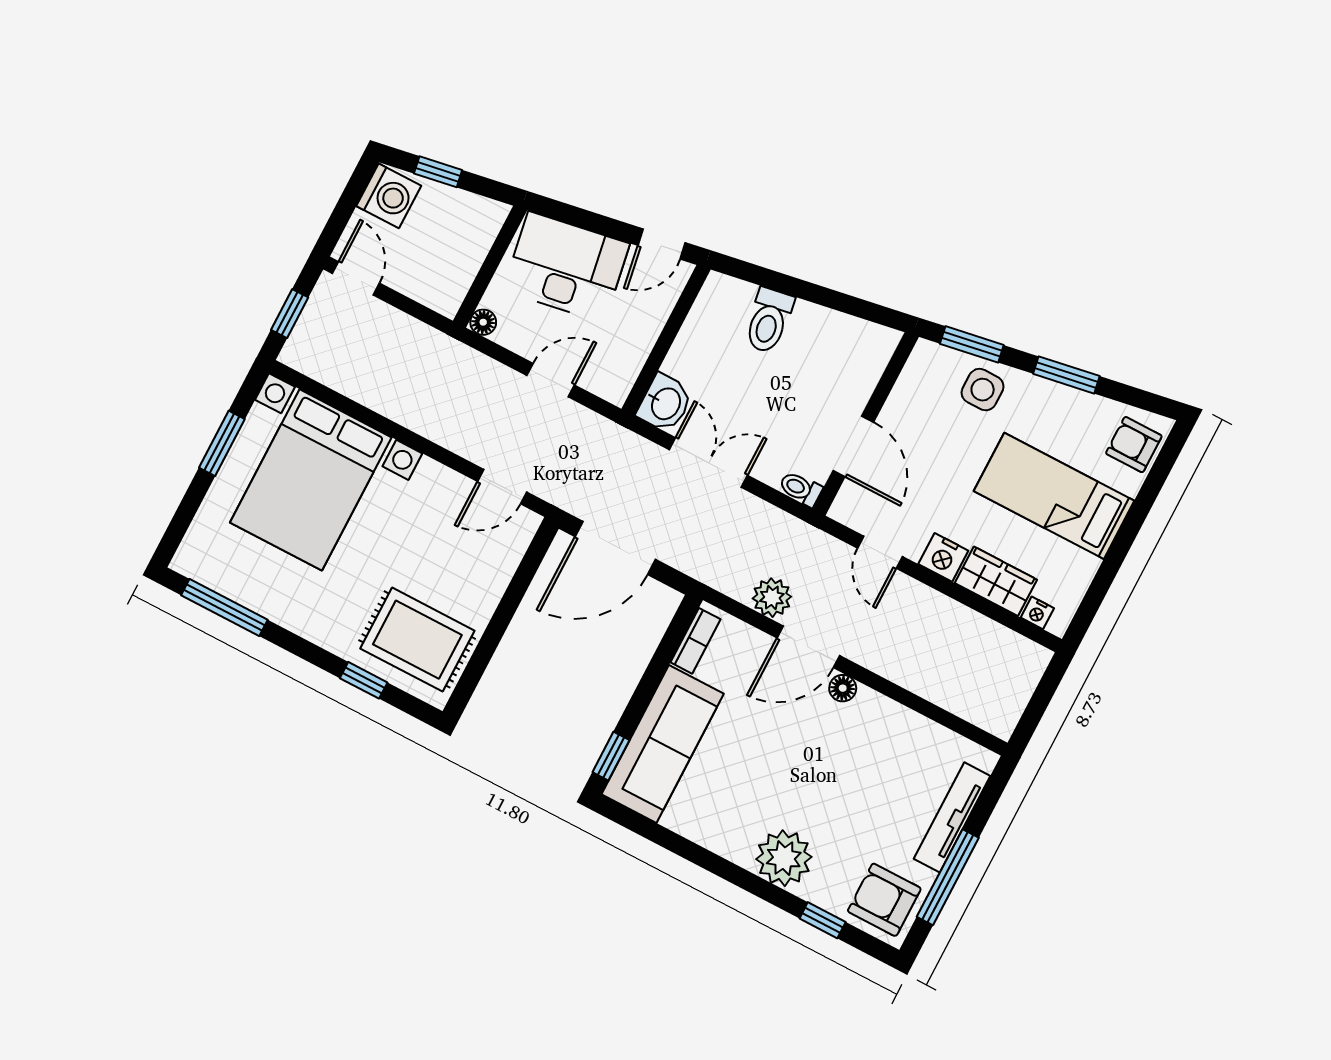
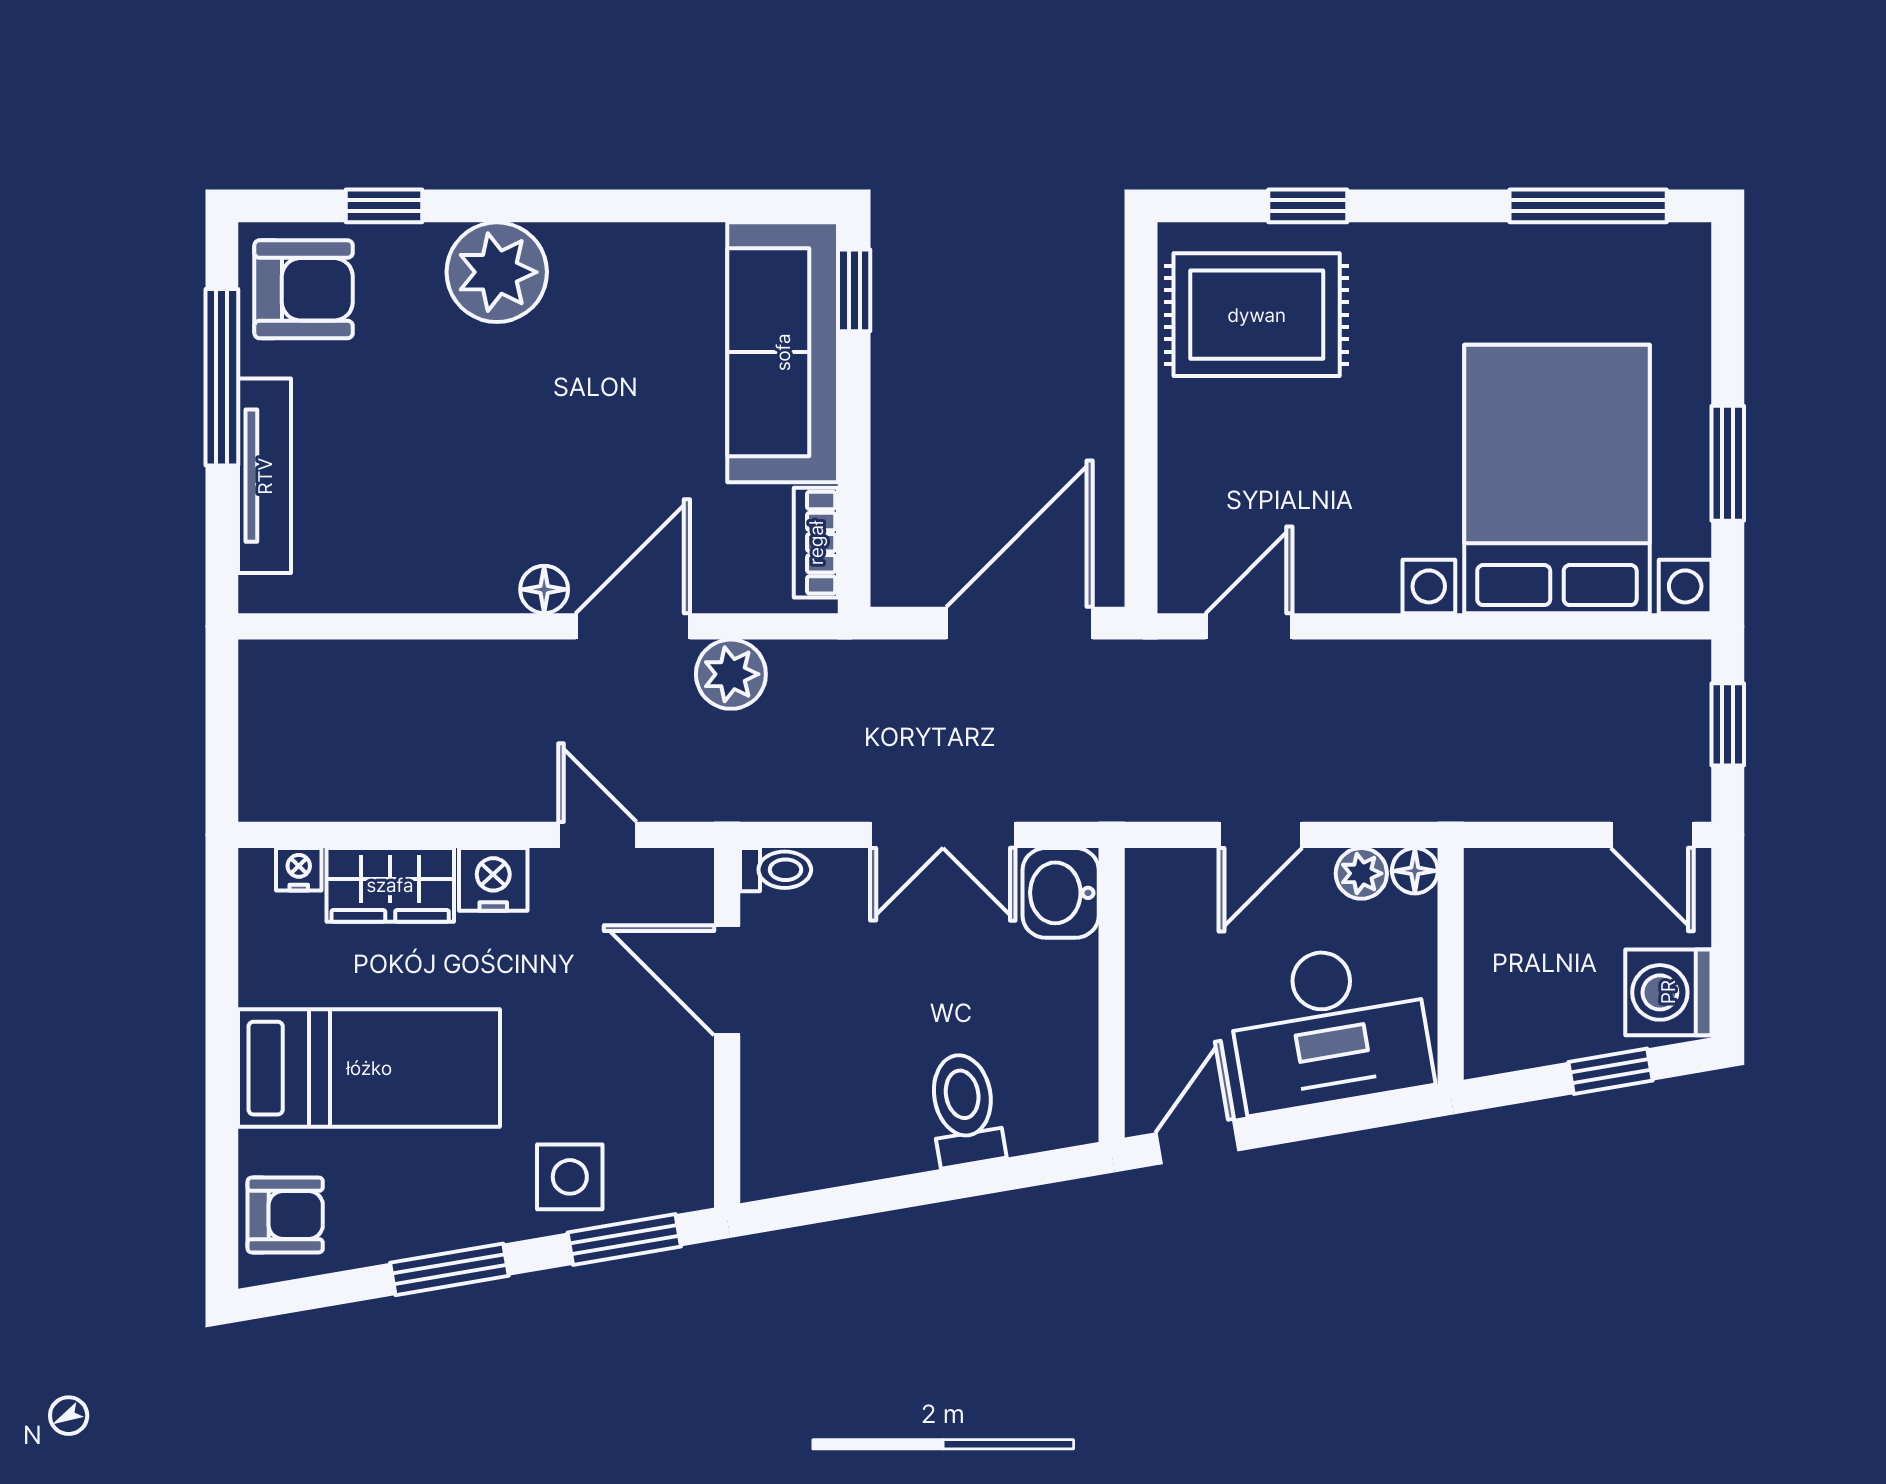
plant: (510, 335) -> (1361, 873), added

